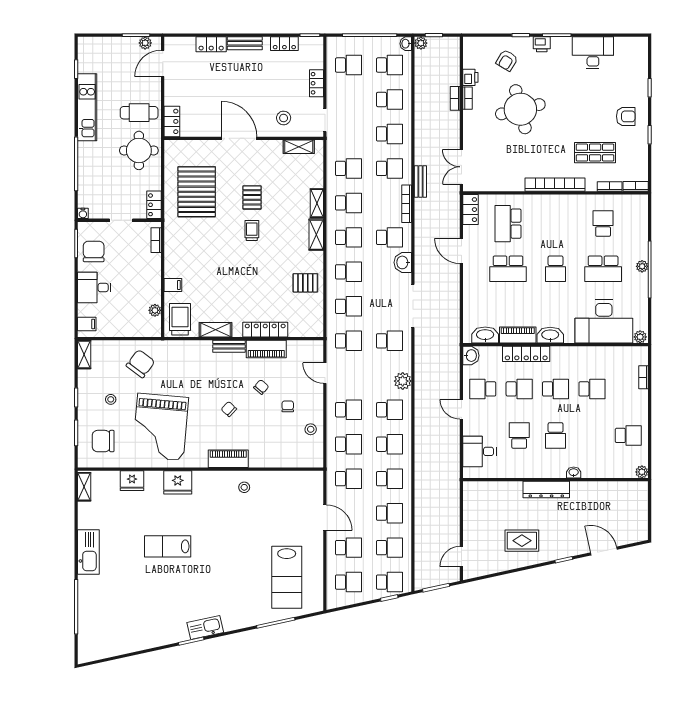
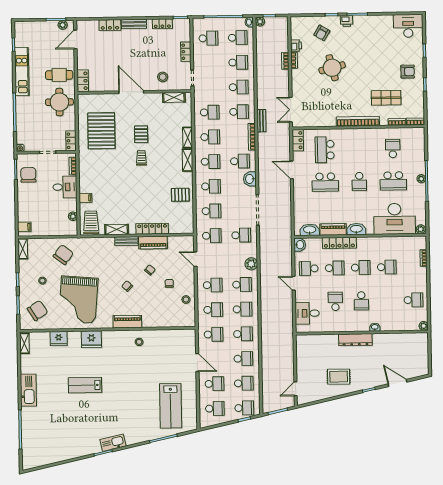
desk: (593, 53) -> (408, 26), moved
round table: (520, 109) -> (332, 68), width x0.73, depth x0.73
desk: (94, 288) -> (65, 187), moved, turned 180
chair: (103, 441) -> (38, 311), turned 147

